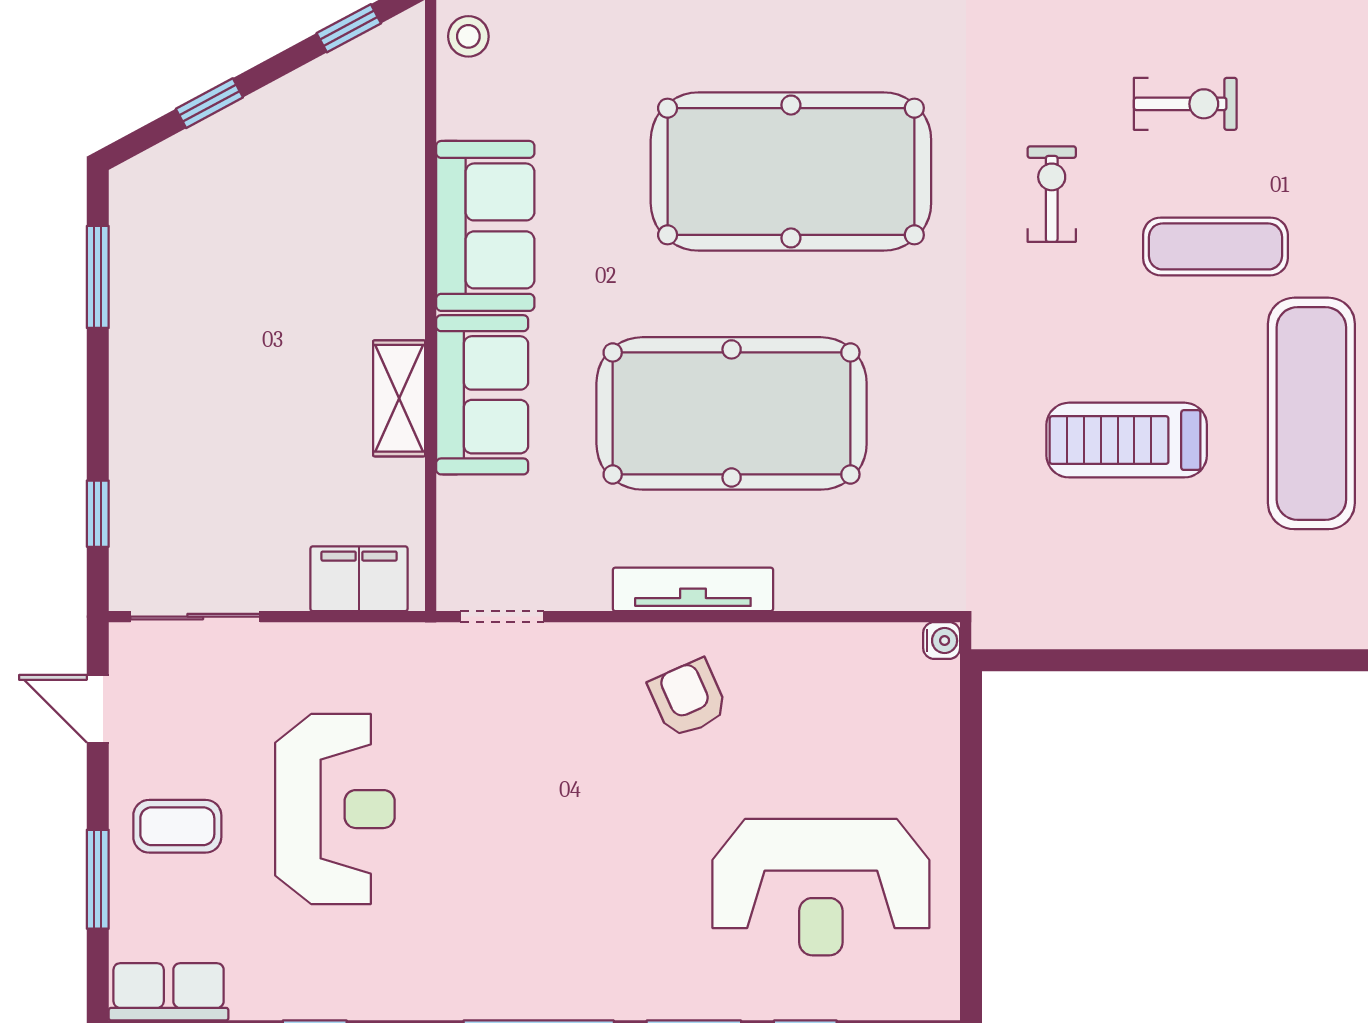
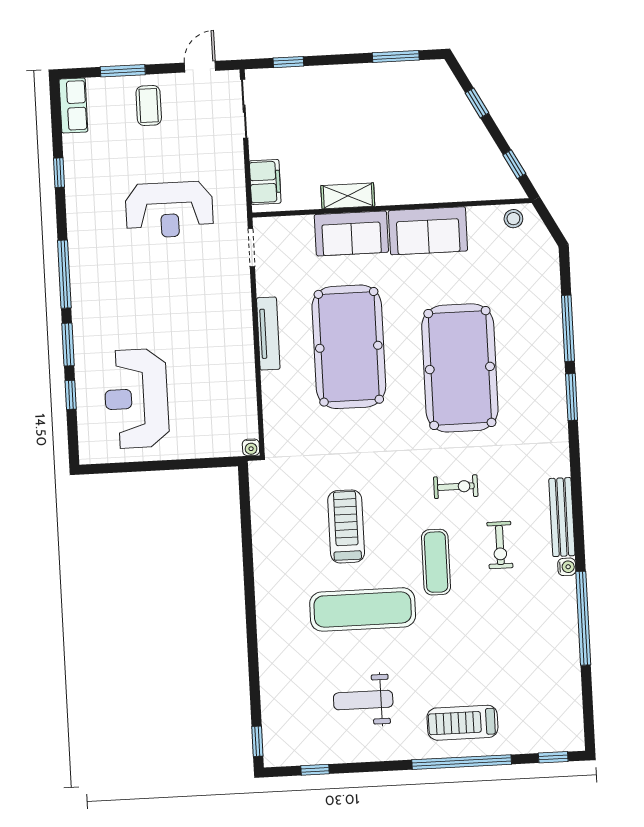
armchair: (688, 698) -> (219, 334), removed
reception desk: (335, 809) -> (169, 210), moved

